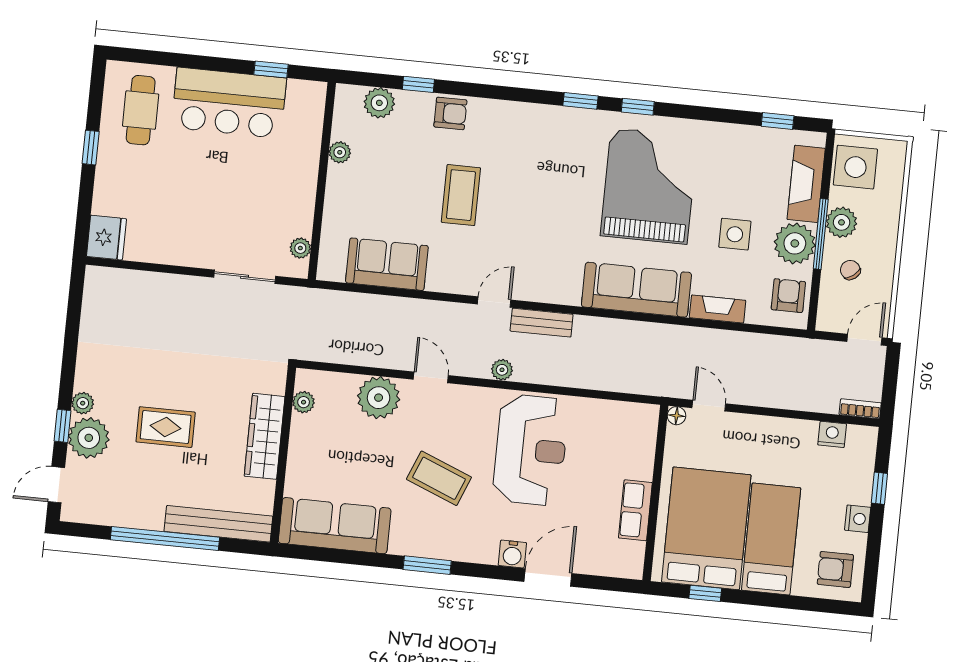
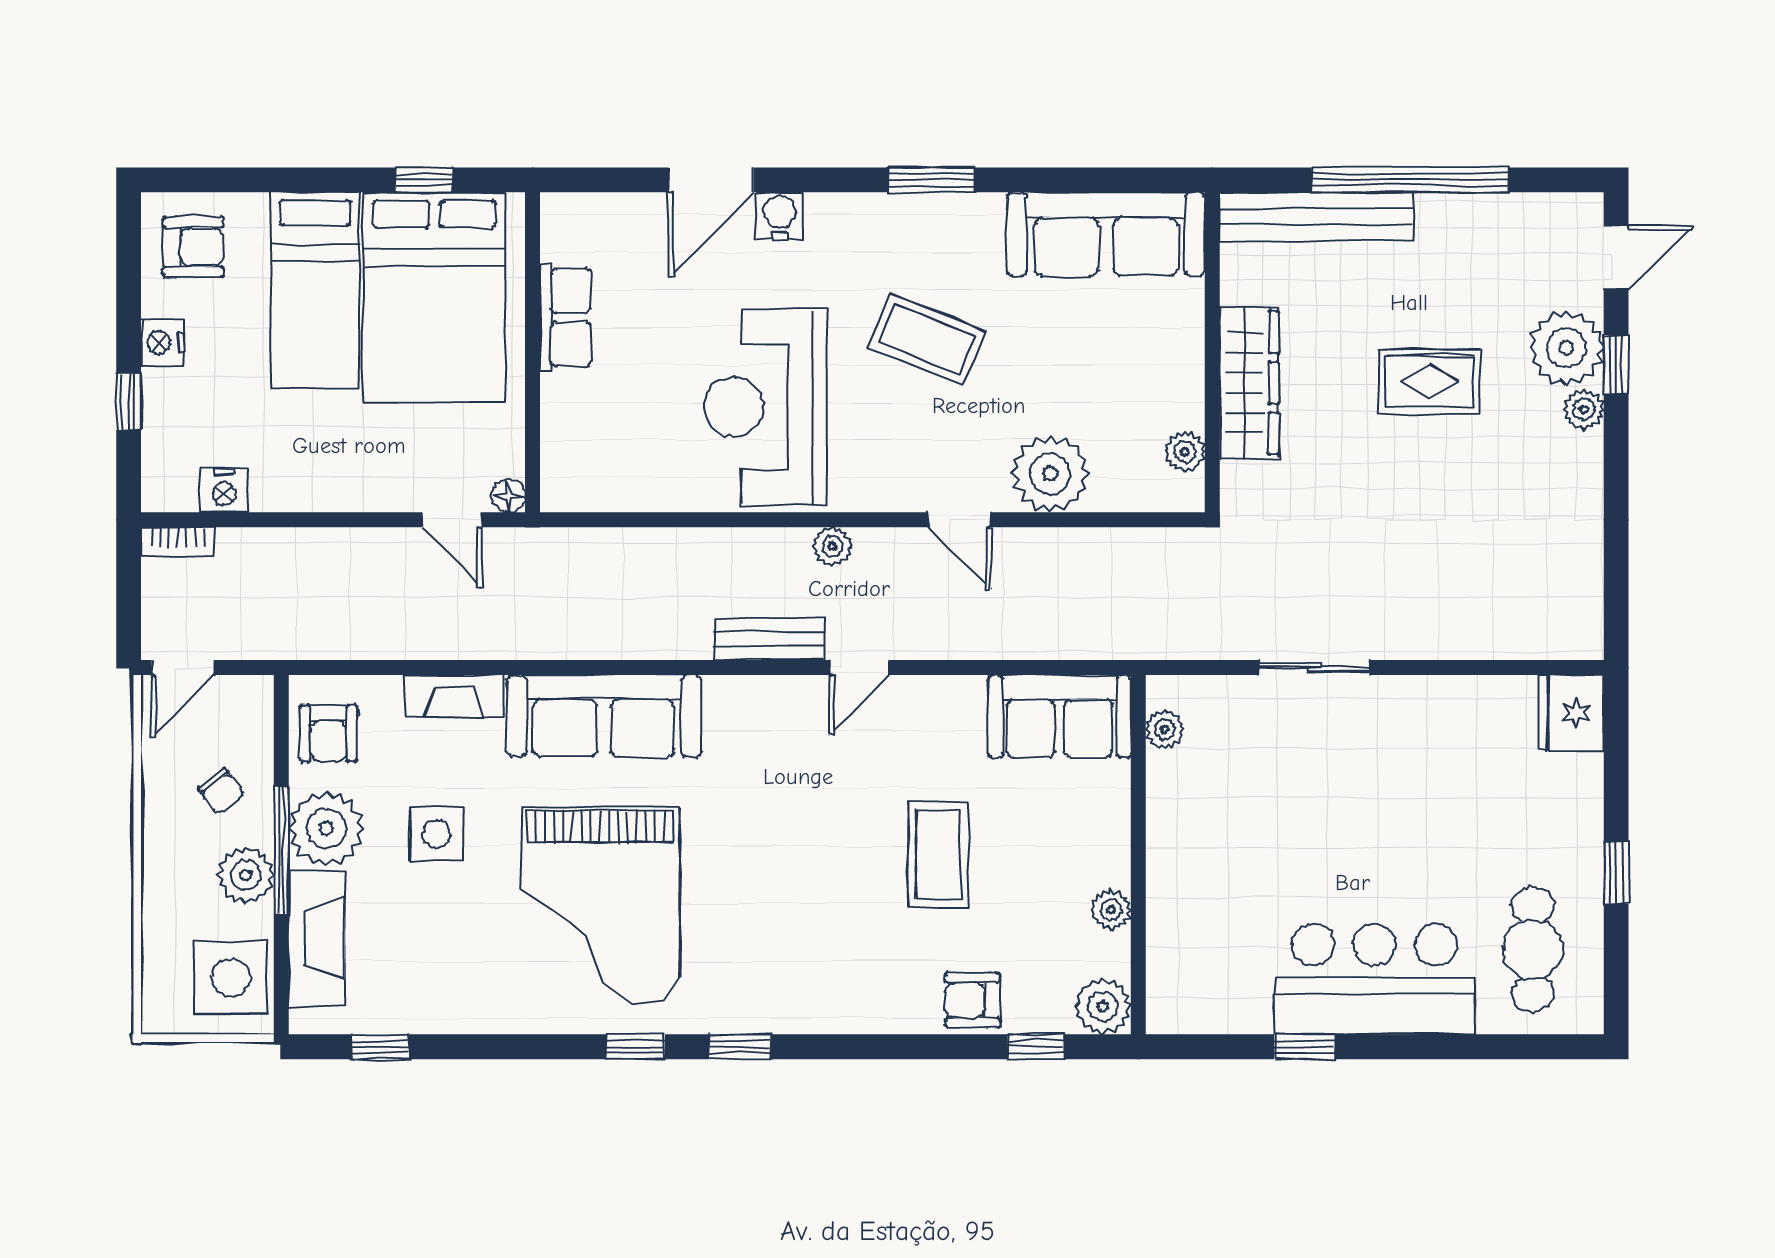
plant: (340, 152) -> (1111, 910), moved
wall: (322, 181) -> (1138, 855), moved
plant: (300, 248) -> (1165, 729), moved

